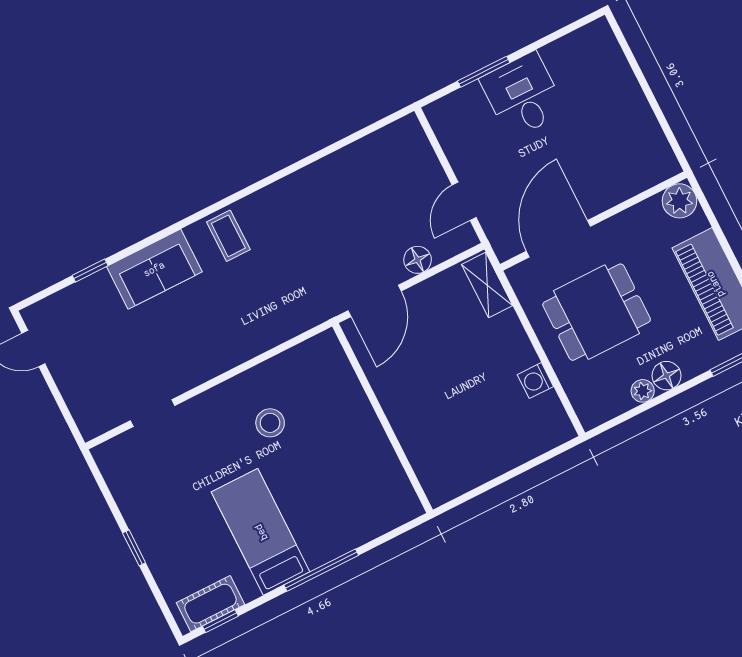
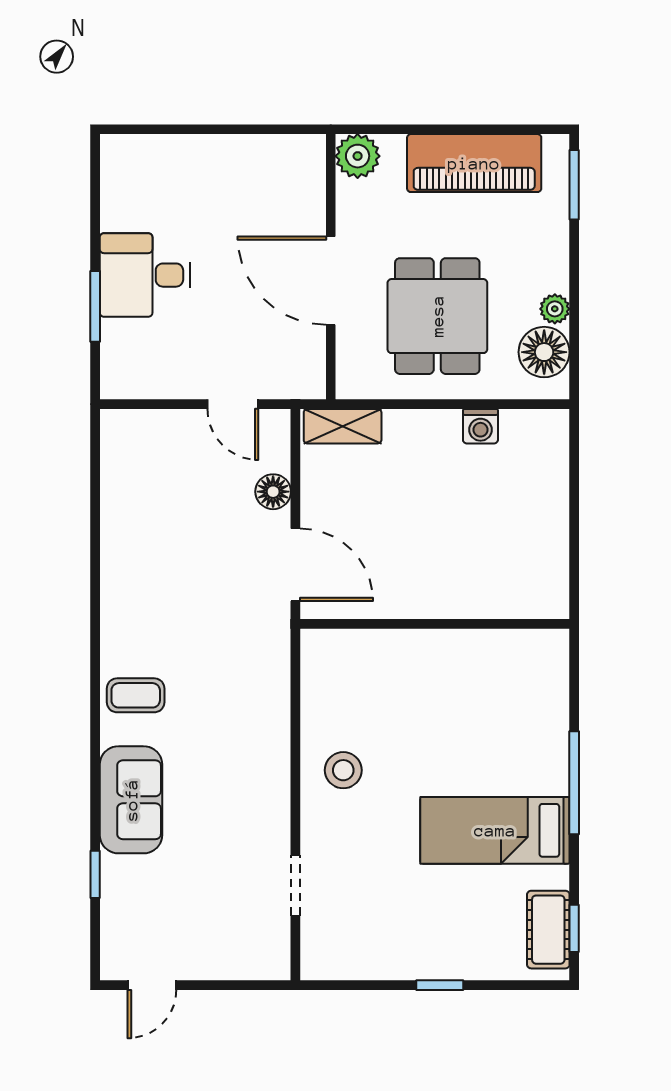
door: (558, 239) -> (331, 281), moved
floor lamp: (667, 376) -> (544, 352), moved, width x1.38, depth x1.38
stool: (270, 423) -> (343, 770), moved

